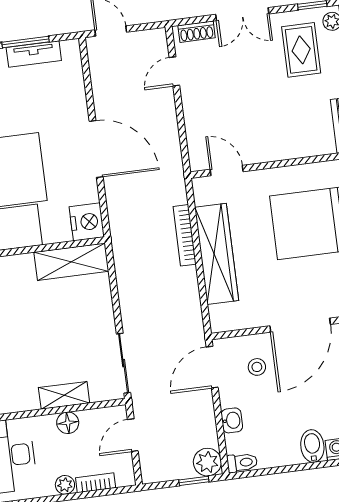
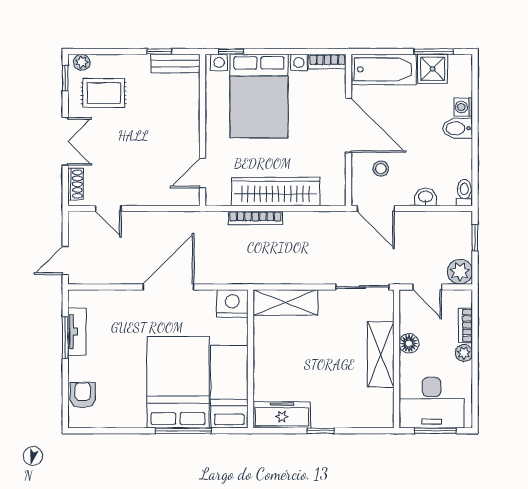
shelving: (71, 262) -> (285, 302), moved, turned 90
shelving: (64, 395) -> (381, 354), width x1.50, depth x1.33
plant: (207, 462) -> (460, 272), moved

